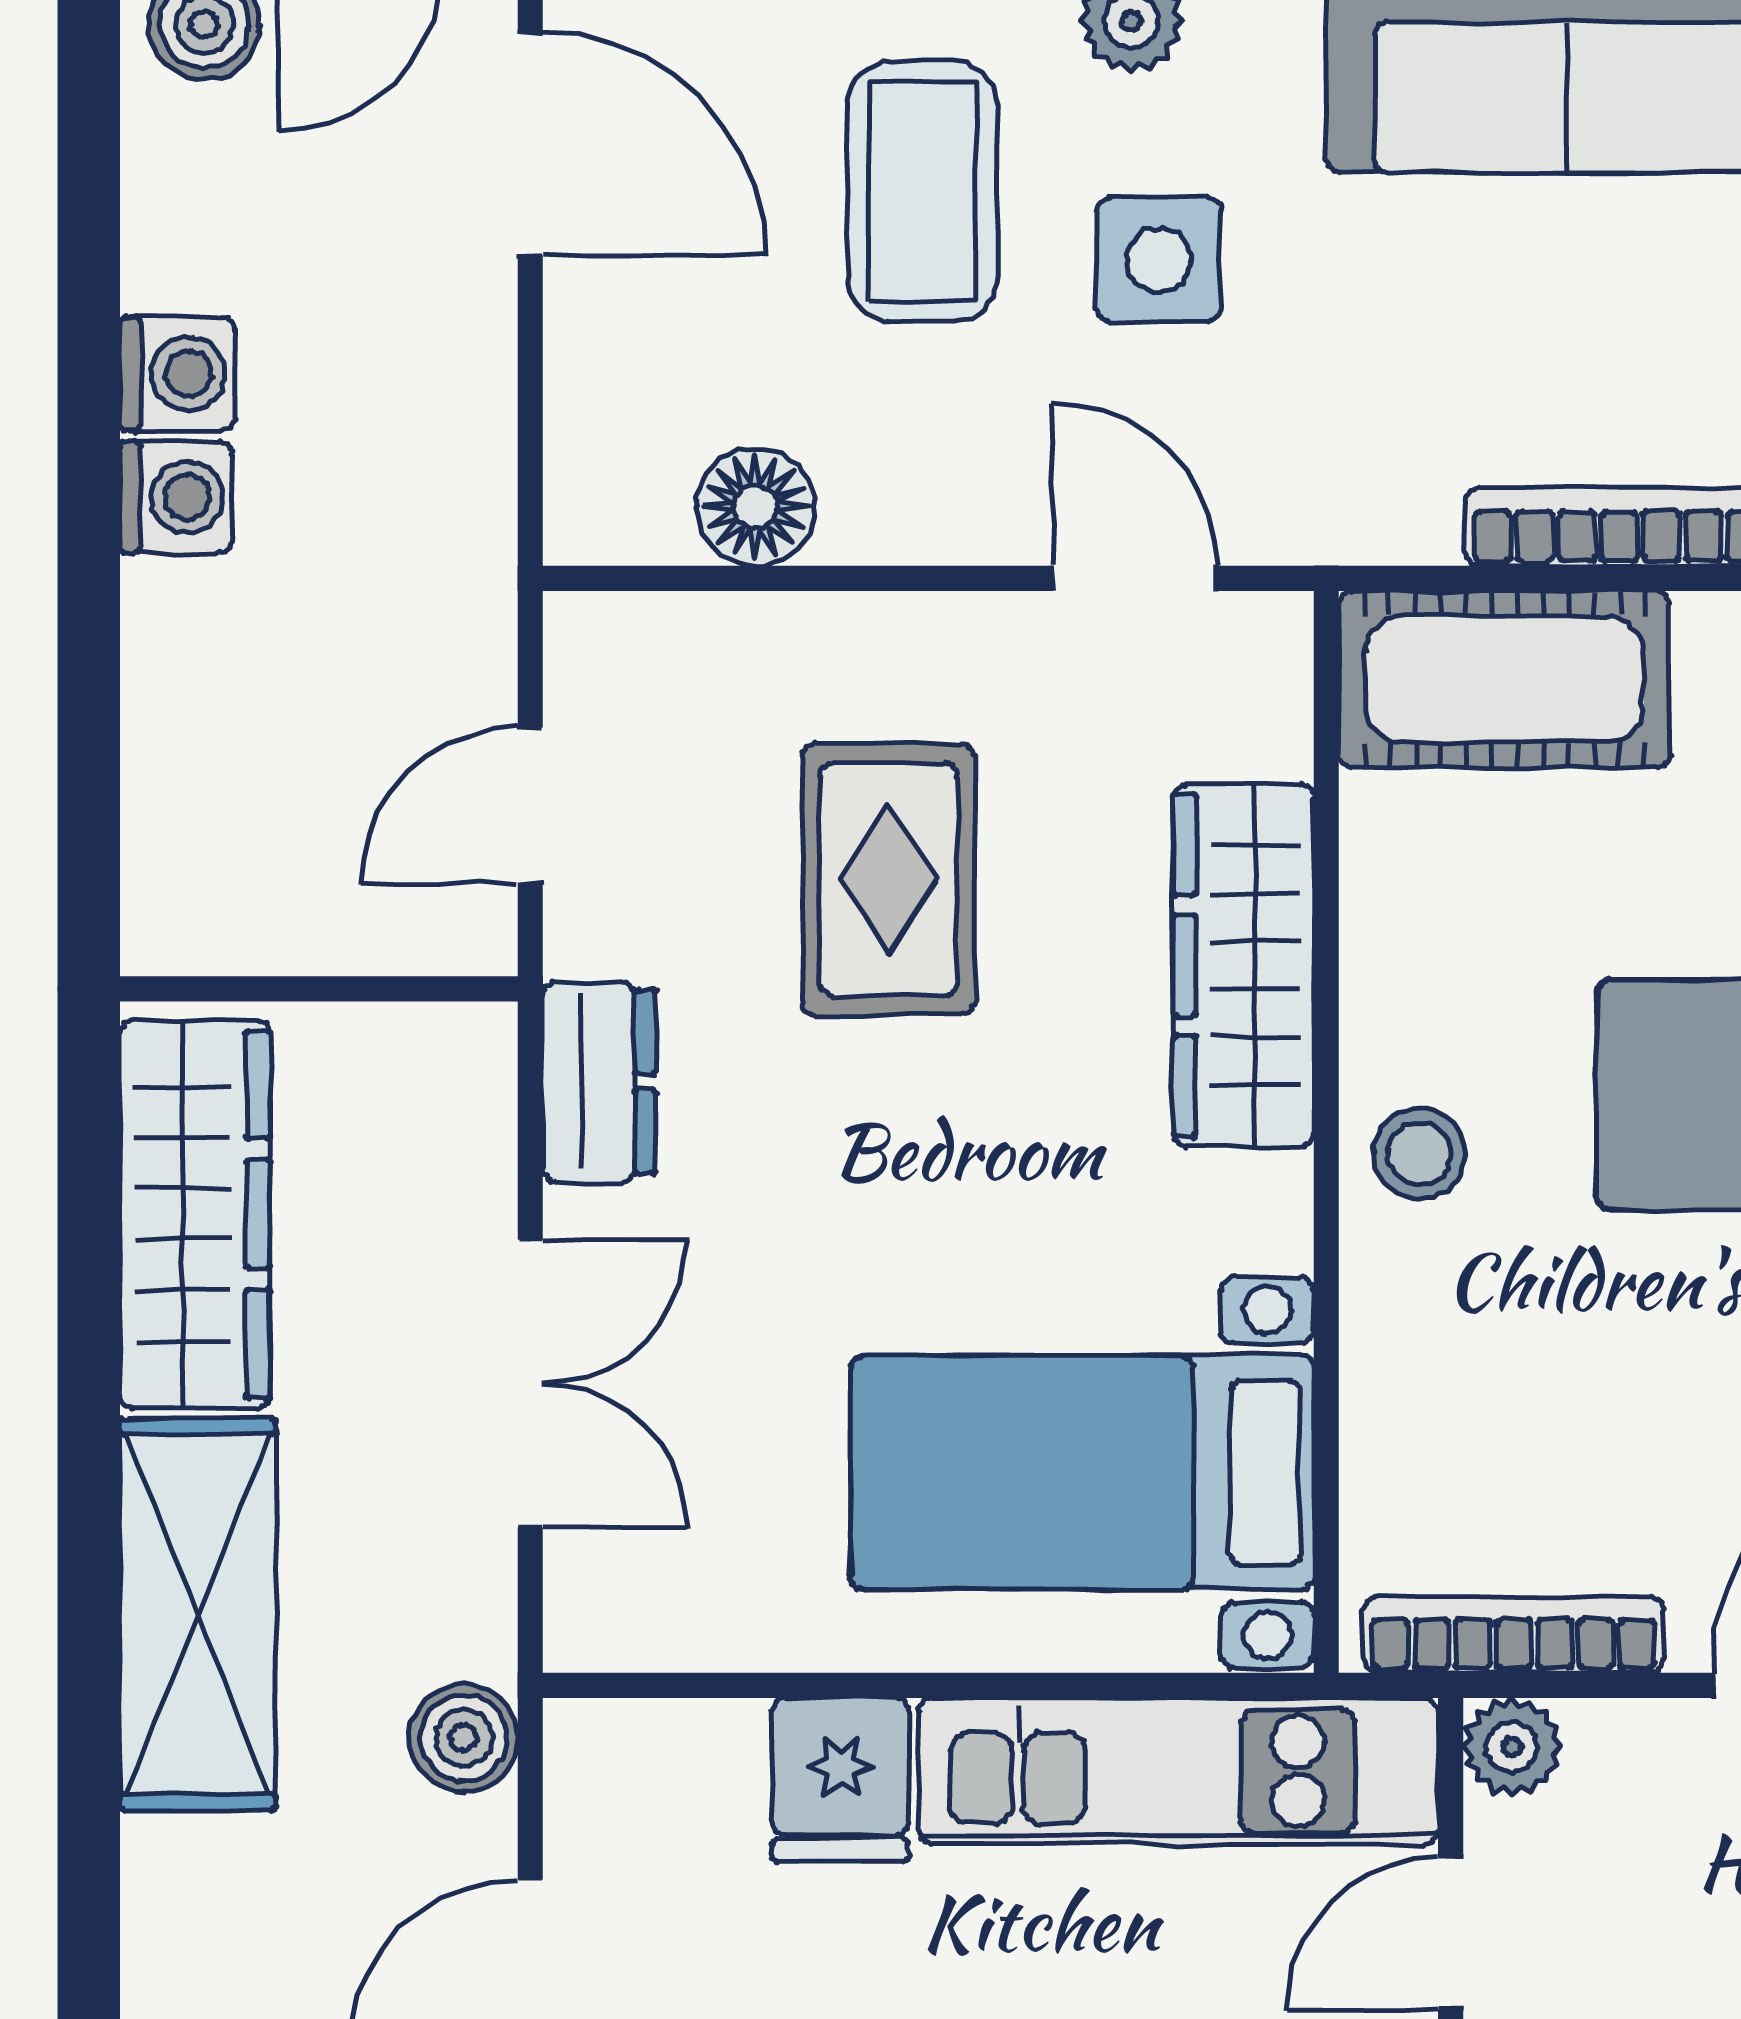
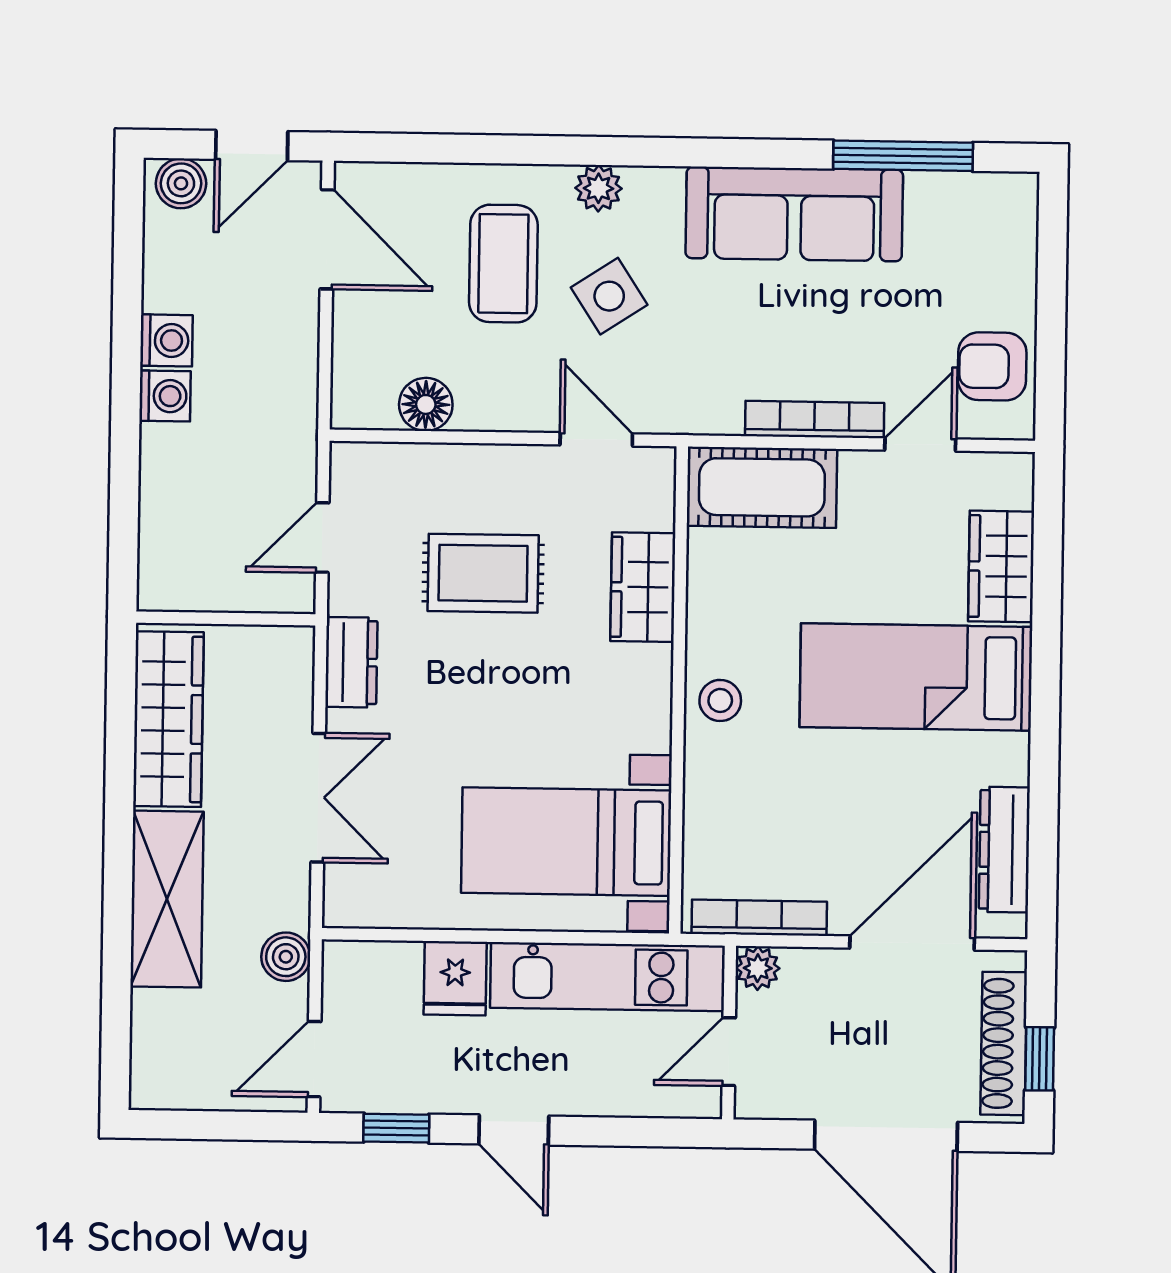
side table: (1159, 260) -> (609, 296), turned -33
rug: (888, 879) -> (483, 573), turned 90
wardrobe: (1244, 965) -> (643, 587), width x0.67

